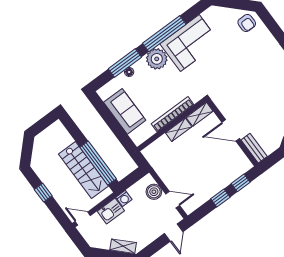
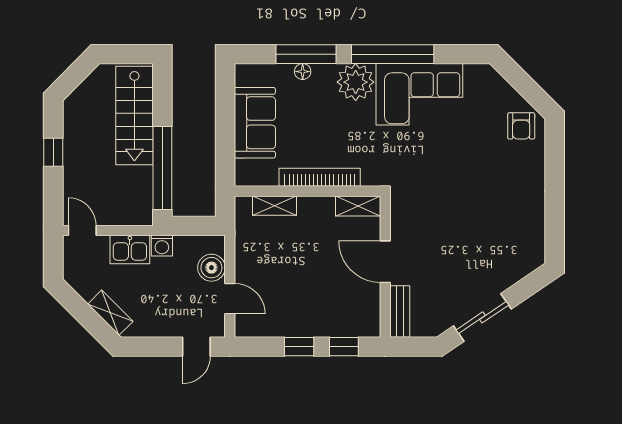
shelving: (179, 130) -> (274, 206), moved
stairs: (84, 170) -> (134, 115), moved

